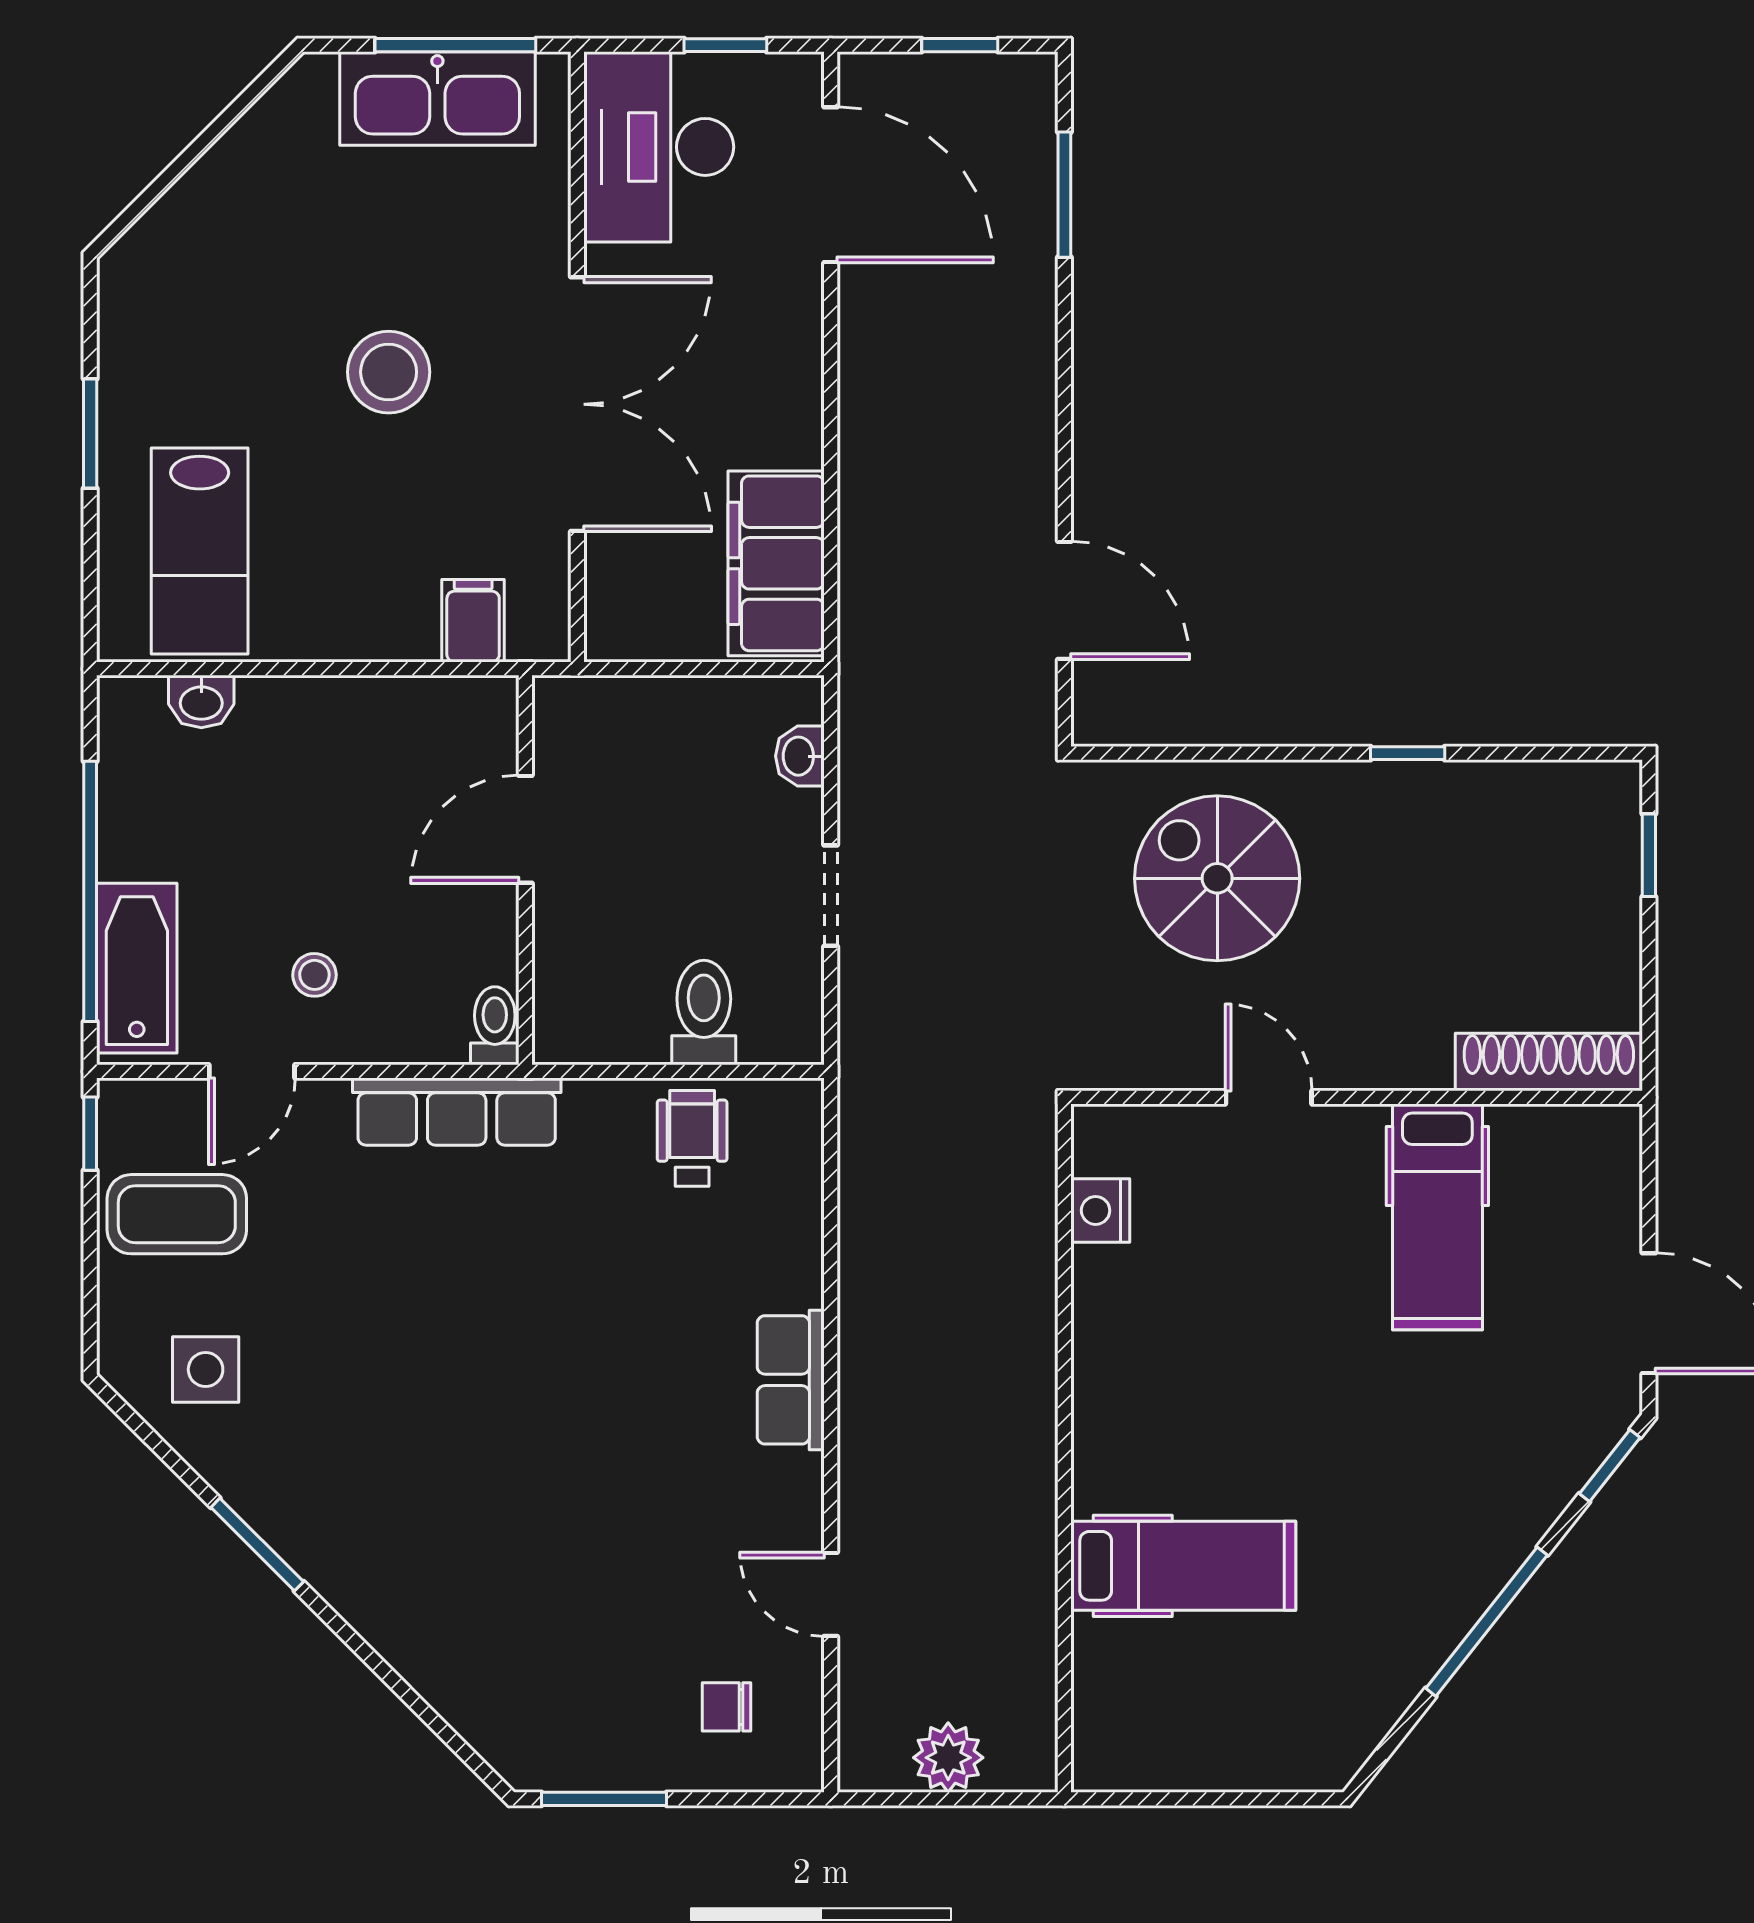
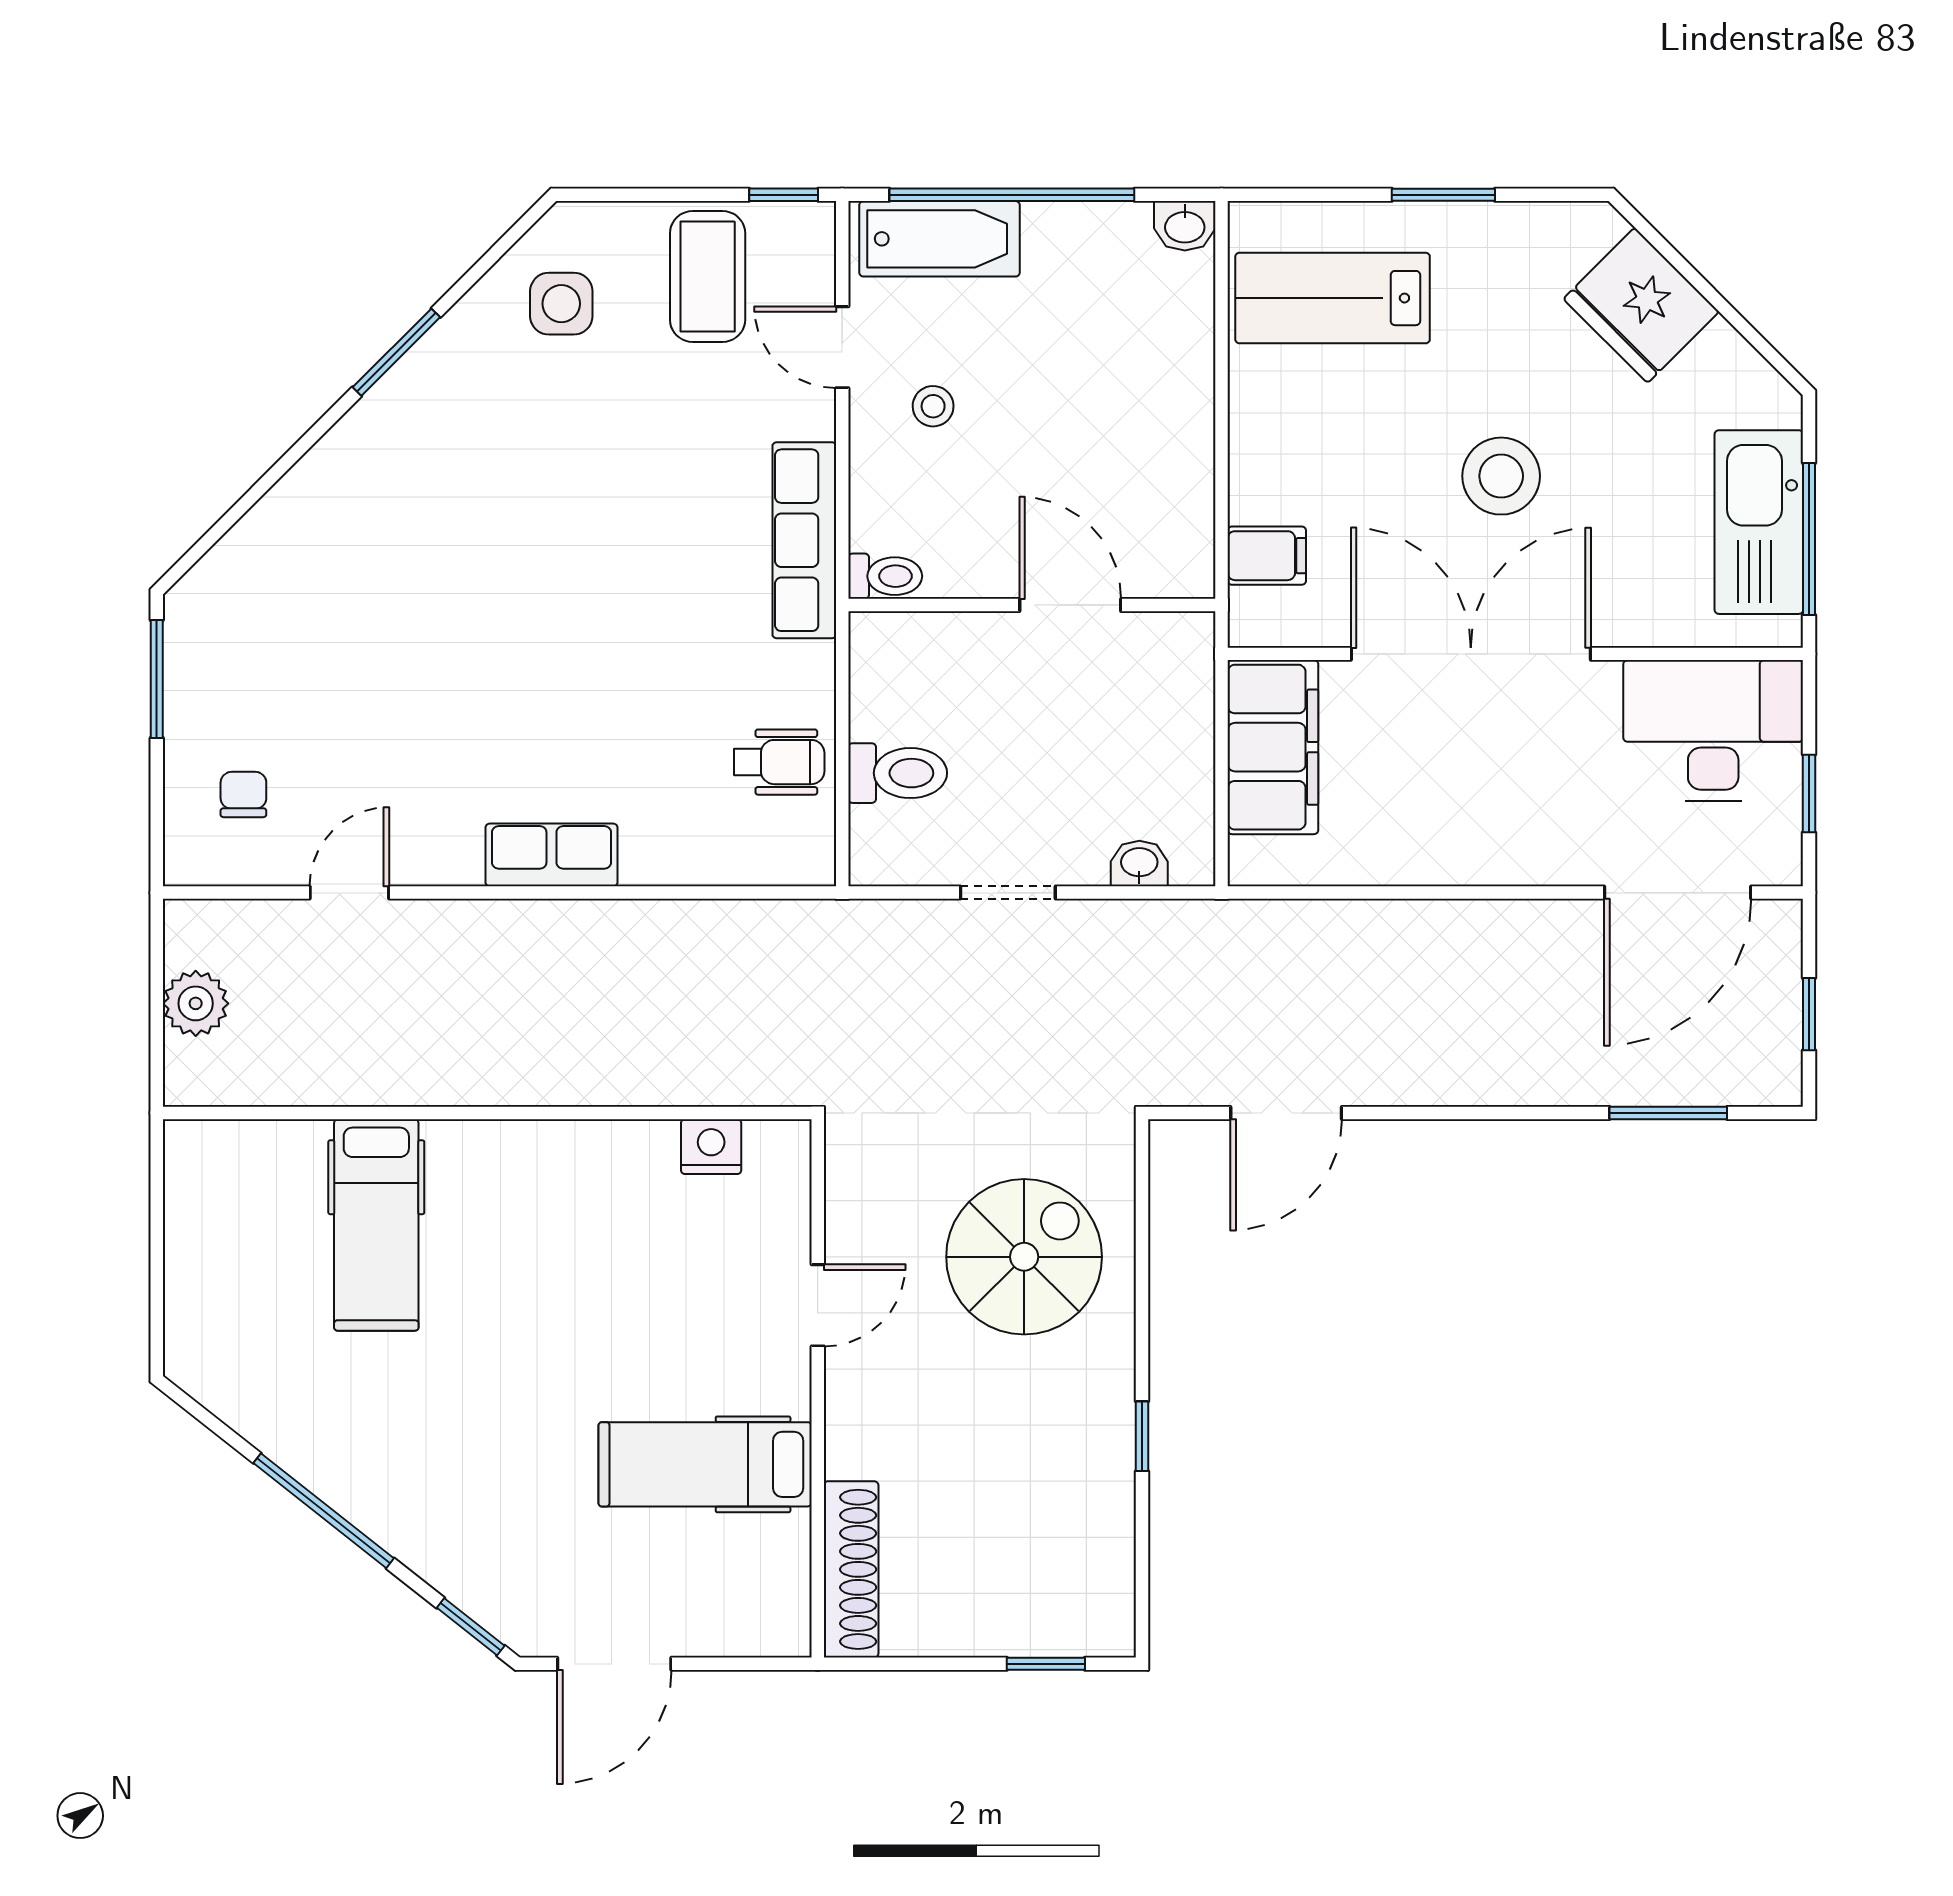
fridge: (207, 223) -> (1641, 305), added
double door: (577, 404) -> (1471, 654), swing flipped
filing cabinet: (776, 563) -> (1273, 747), moved, turned 90
washbasin: (201, 702) -> (1185, 226), moved, turned -90

